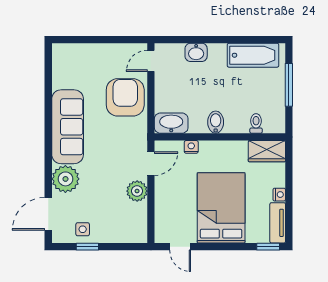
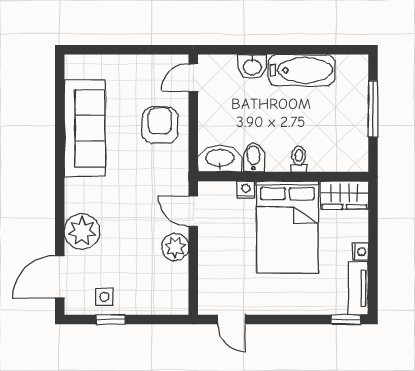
bathtub: (253, 55) -> (302, 70), moved
armchair: (125, 97) -> (160, 125), width x0.73, depth x0.73
bidet: (216, 122) -> (254, 157), moved
toilet: (256, 123) -> (299, 159), moved
sofa: (68, 127) -> (85, 128), moved
door: (151, 164) -> (193, 211), swing flipped
bed: (221, 208) -> (287, 227), moved, turned 180

